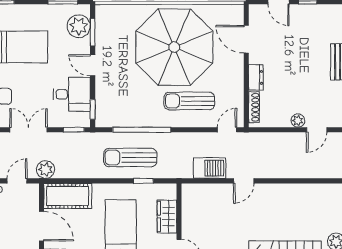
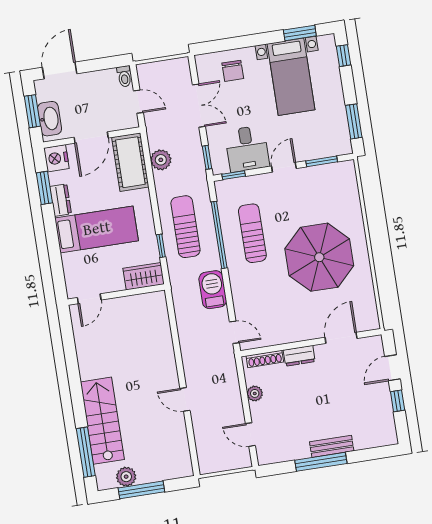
plant: (79, 26) -> (326, 144), removed
parasol: (174, 47) -> (319, 257), width x0.73, depth x0.73
sun lounger: (189, 101) -> (252, 233), moved
plant: (298, 121) -> (255, 393), moved
barbecue: (209, 168) -> (213, 290), moved, turned 180
plant: (46, 170) -> (161, 160), moved
door: (244, 181) -> (185, 399), moved
wardrobe: (167, 216) -> (144, 276), moved

